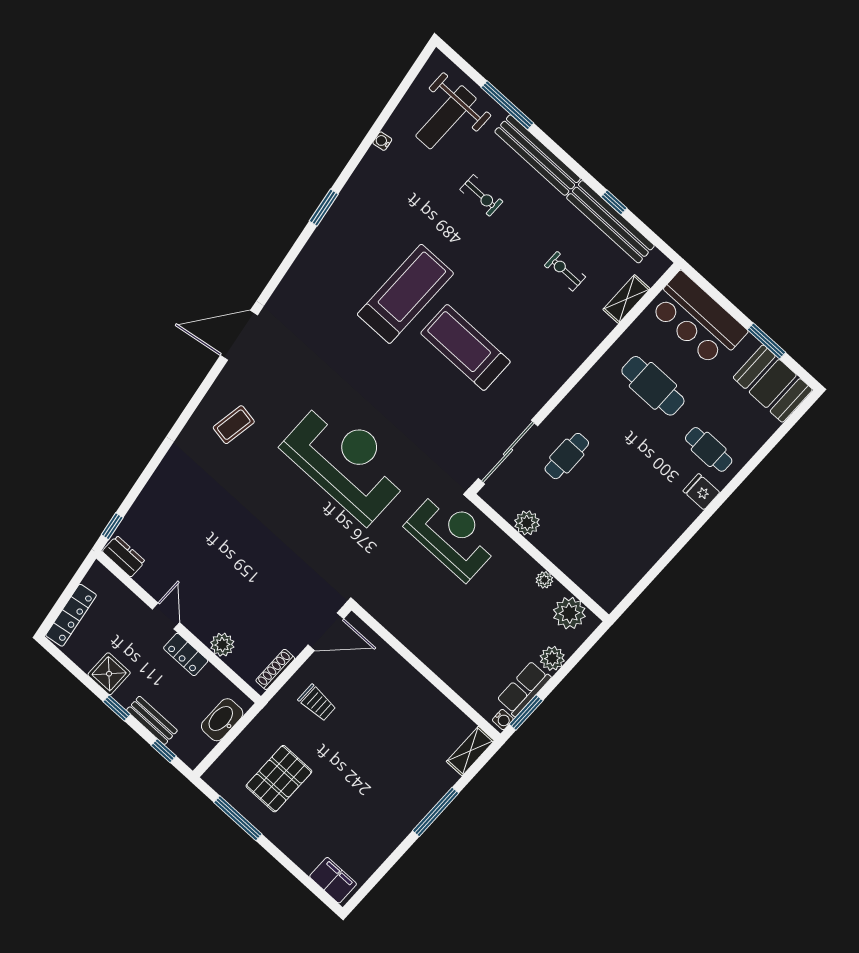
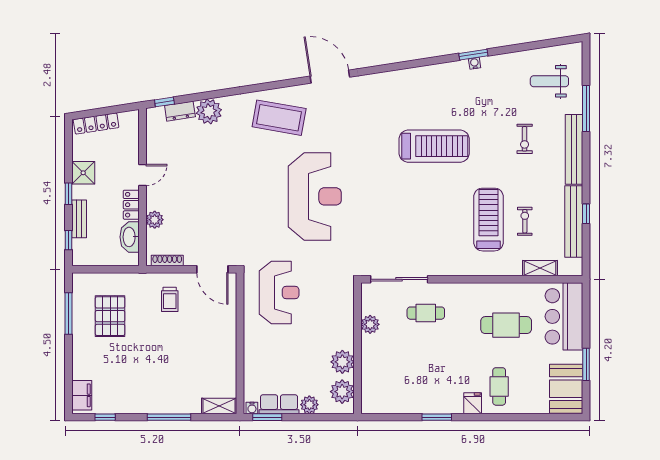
weight bench: (446, 117) -> (549, 81), width x0.73, depth x0.75
water cooler: (382, 141) -> (475, 63), moved
window: (324, 208) -> (473, 55), moved
treadmill: (465, 347) -> (488, 220), moved
cafe table: (653, 386) -> (506, 325), turned 90
coffee table: (234, 425) -> (279, 118), width x1.86, depth x1.72
plant: (163, 490) -> (209, 112), added
reception desk: (452, 535) -> (279, 292), moved
window: (682, 541) -> (437, 417), added
dresser: (124, 556) -> (180, 111), moved, turned 81
plant: (544, 580) -> (342, 362), width x1.88, depth x1.88
washbasin: (222, 720) -> (130, 237), moved, turned -90
pallet: (279, 779) -> (110, 316), turned 90
window: (377, 877) -> (105, 417), added

